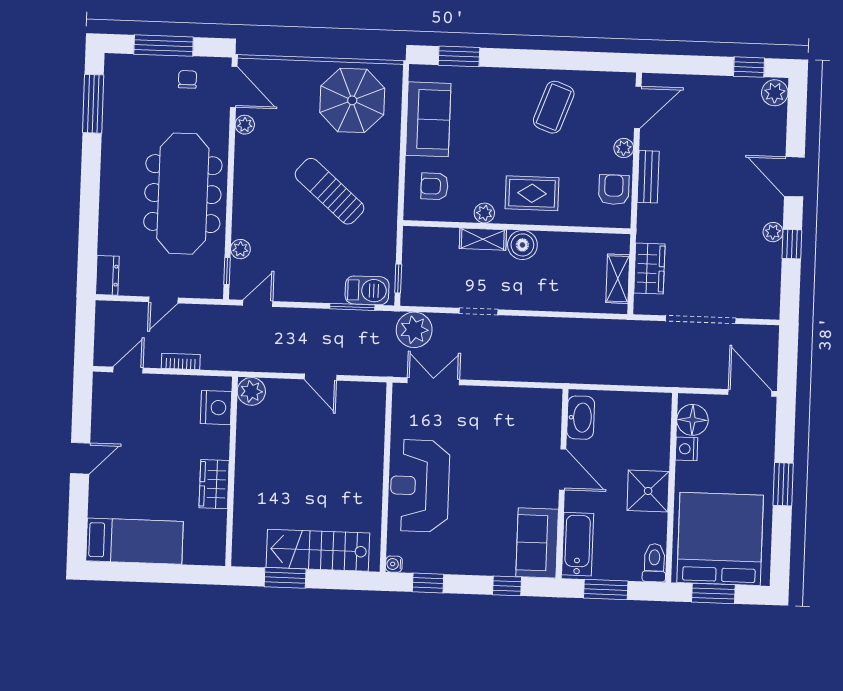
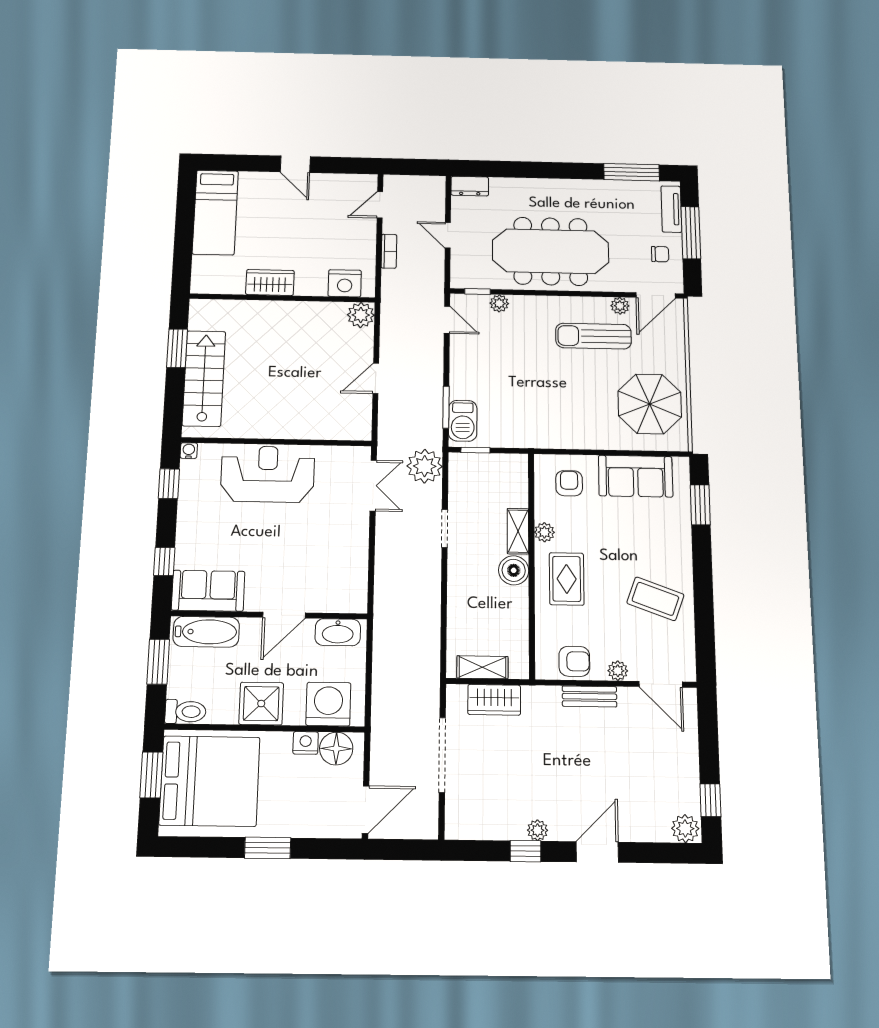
tv unit: (136, 64) -> (671, 209), added
sun lounger: (329, 191) -> (593, 336), moved, turned -131
door: (128, 370) -> (380, 205), swing flipped
washing machine: (650, 427) -> (328, 704), added

